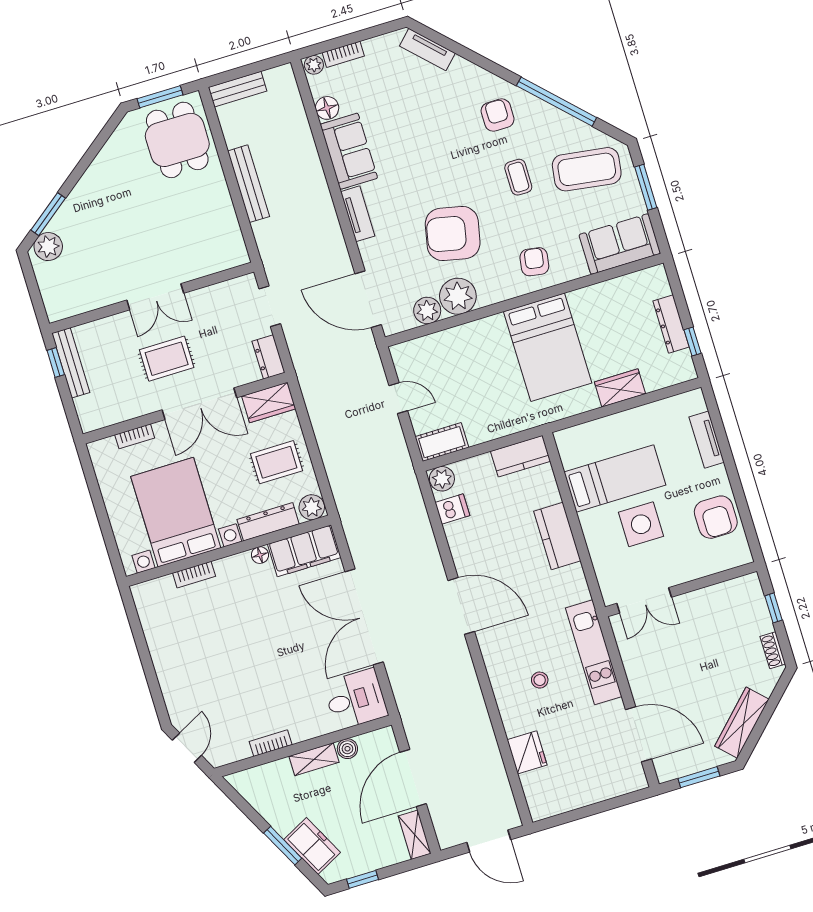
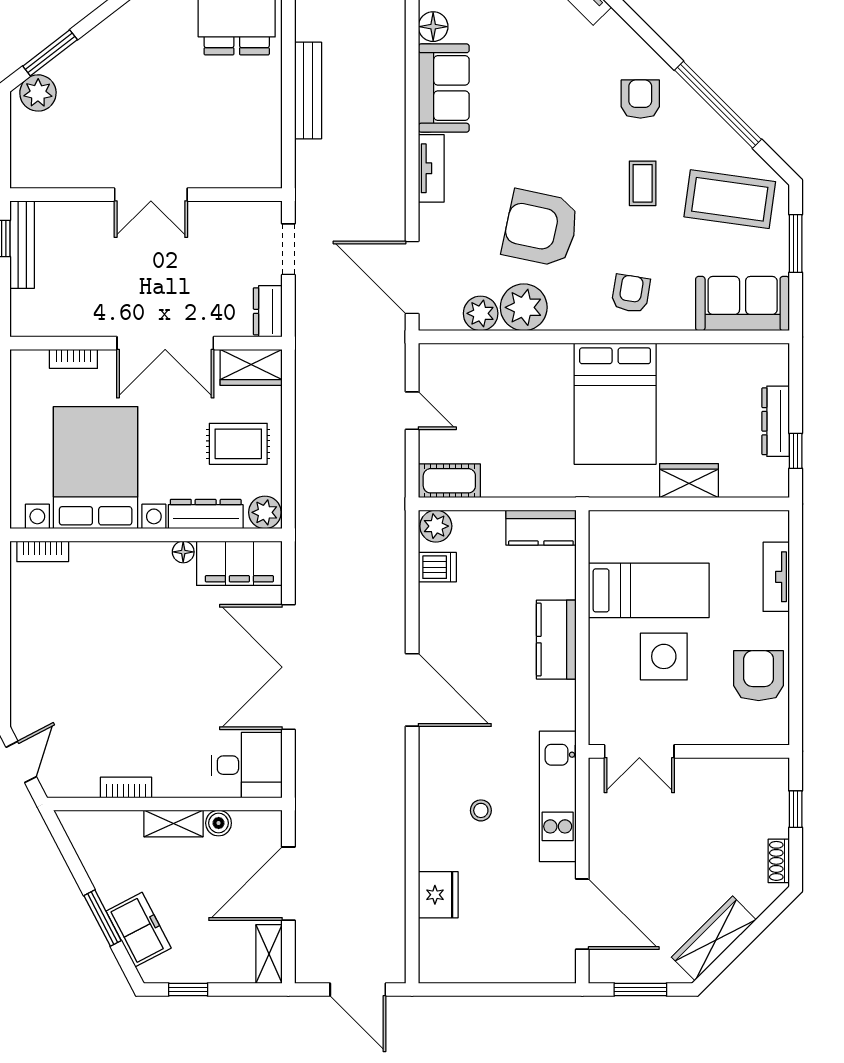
rug: (167, 359) -> (142, 275), removed
armchair: (716, 517) -> (759, 676), turned 180
bookcase: (194, 575) -> (43, 551), moved

